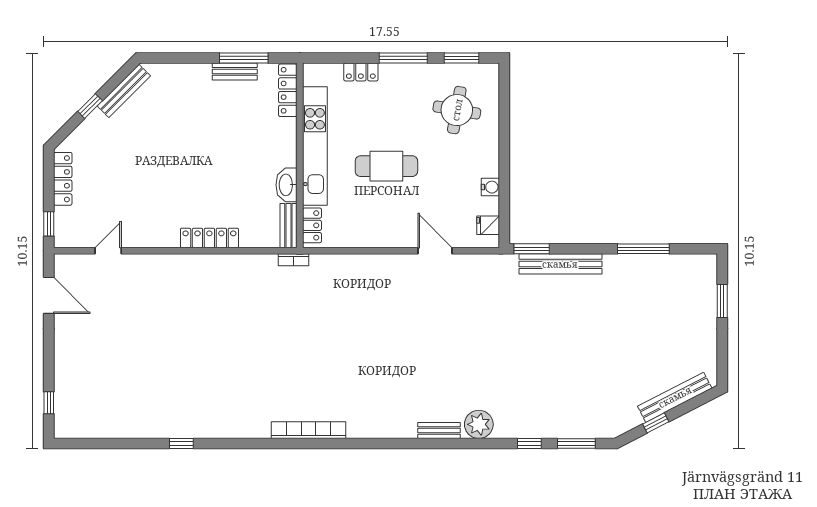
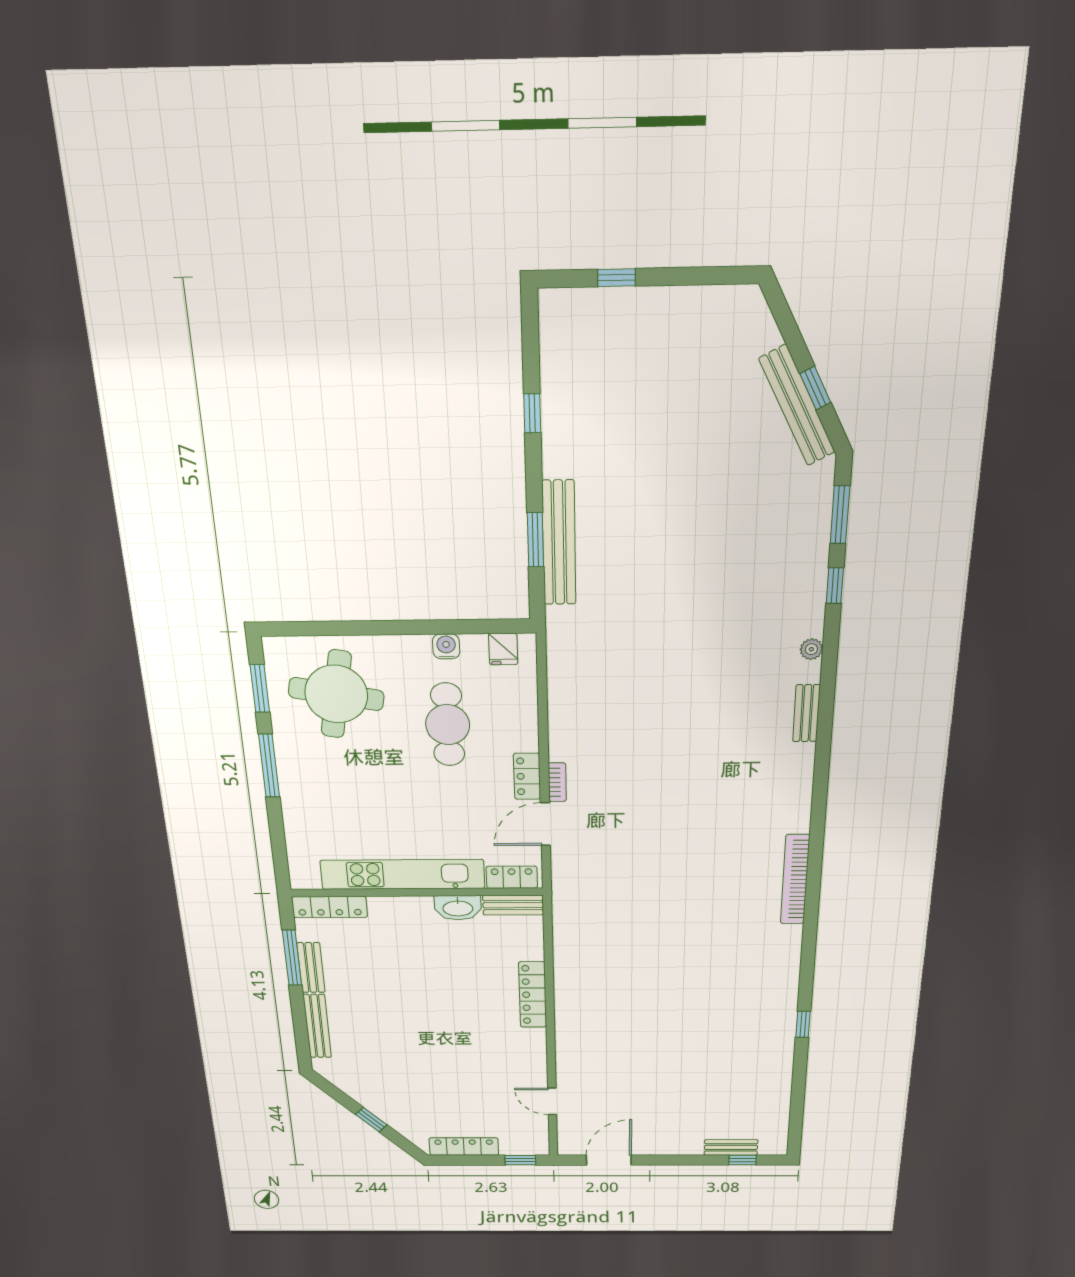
locker: (361, 72) -> (527, 776), moved, turned 180
bench: (124, 91) -> (317, 1026), moved, turned 45
round table: (457, 110) -> (336, 694), width x1.36, depth x1.36
cafe table: (386, 166) -> (448, 725), moved
window: (532, 249) -> (535, 540), moved
window: (643, 249) -> (532, 413), width x0.46
door: (435, 251) -> (545, 824), moved
bookcase: (293, 260) -> (557, 782), moved
window: (722, 301) -> (617, 278), width x0.67
bench: (62, 393) -> (731, 1147), added
bench: (675, 397) -> (797, 406), moved
plant: (479, 424) -> (811, 649), width x0.53, depth x0.53

